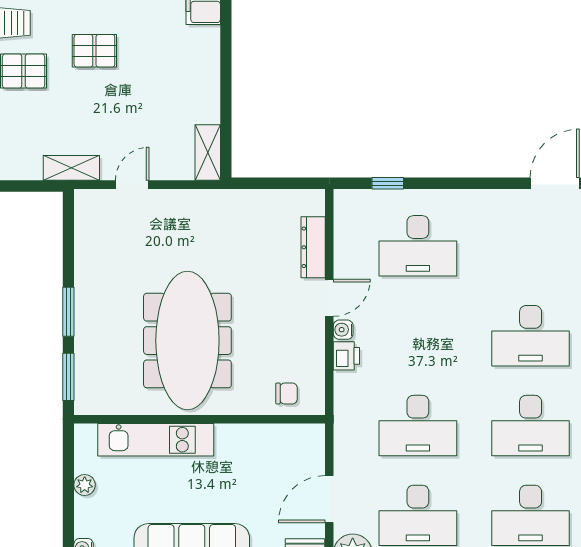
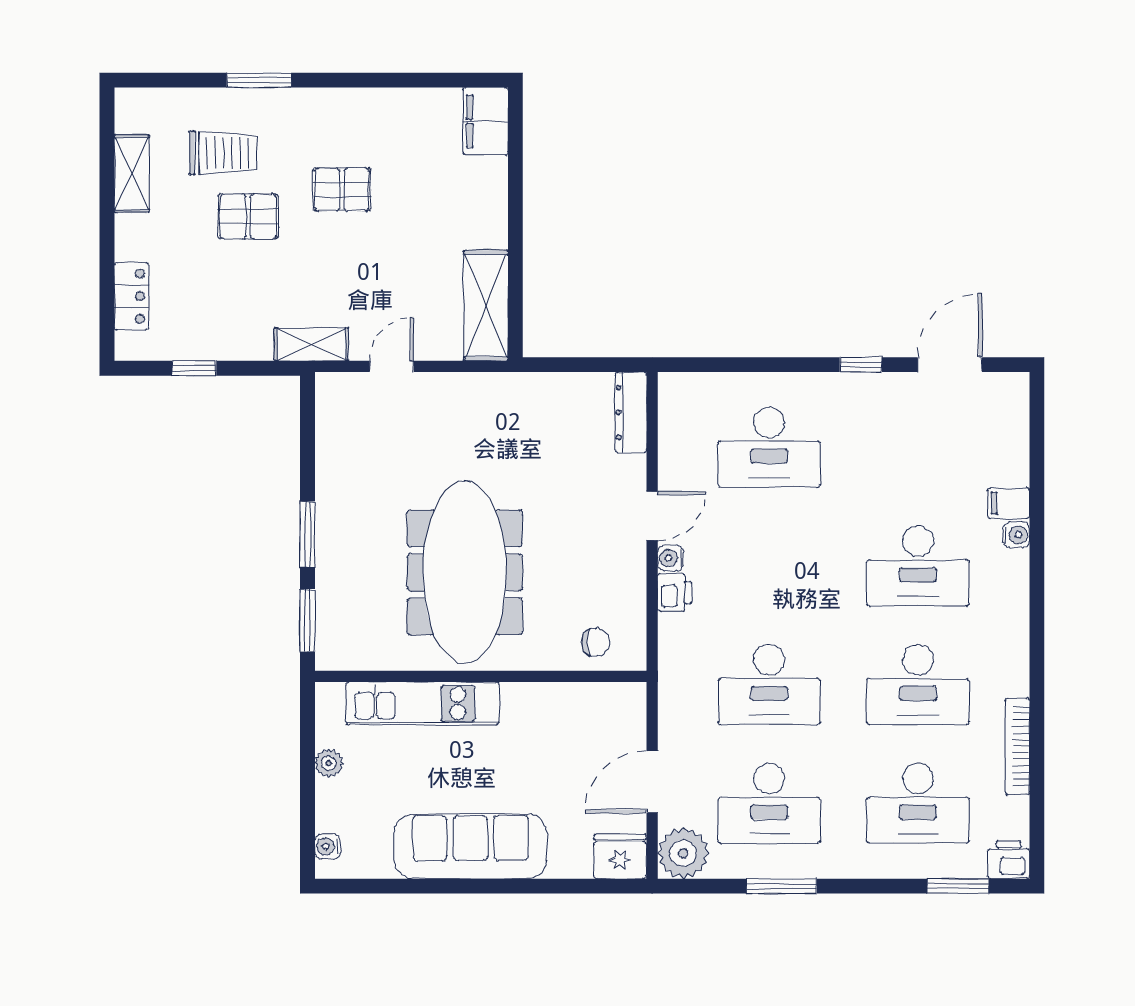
shelving: (208, 153) -> (486, 306), width x1.50, depth x1.33
window: (388, 183) -> (861, 365), moved
dresser: (313, 247) -> (631, 412), moved

